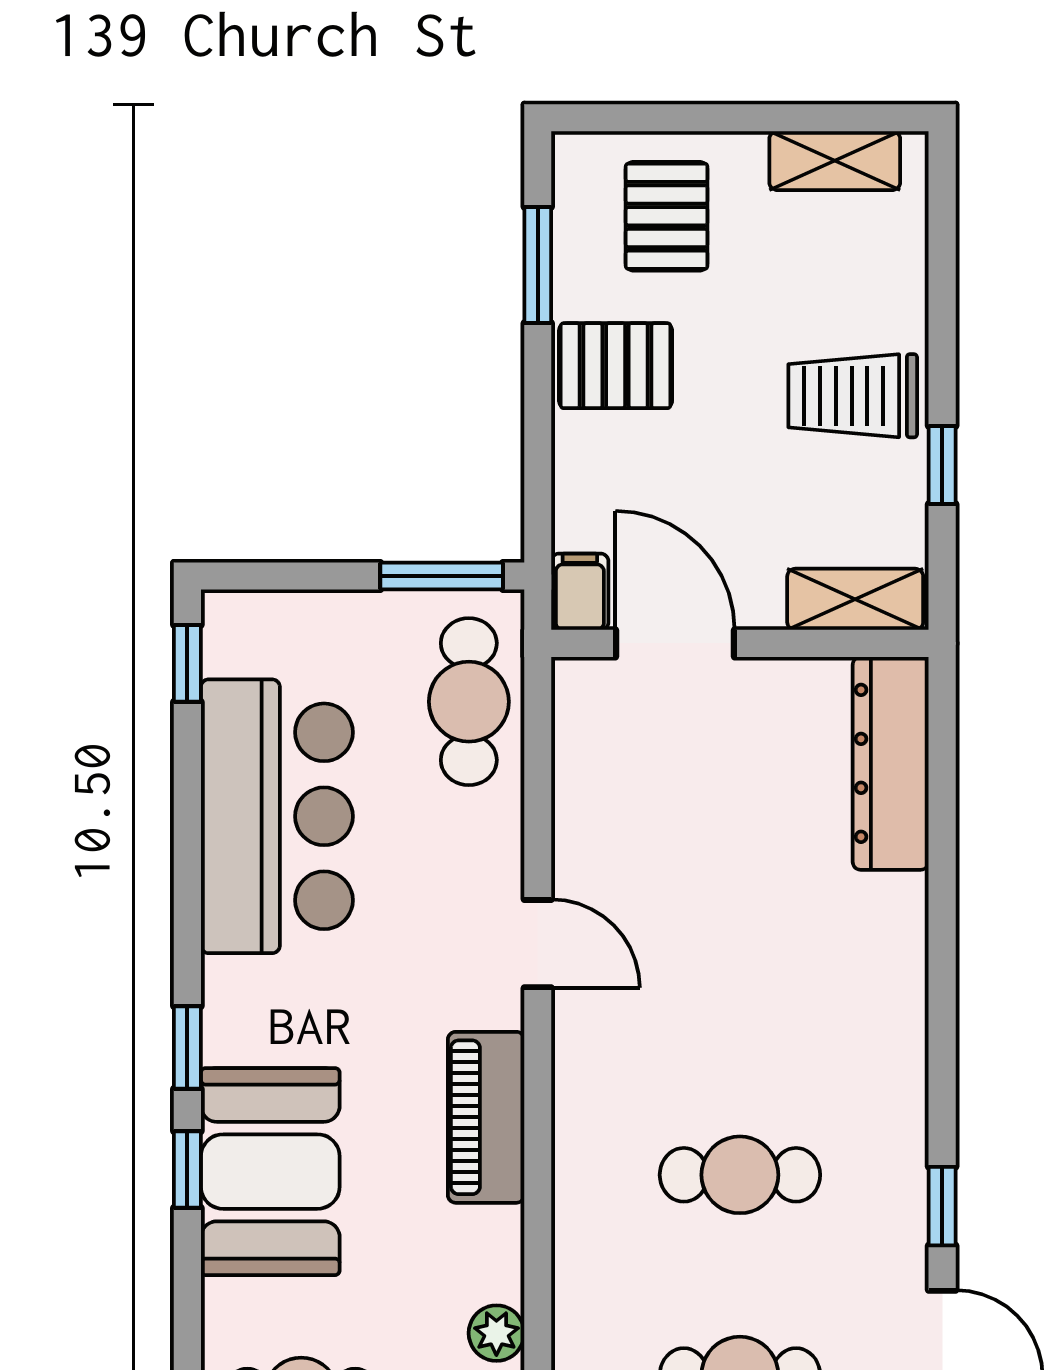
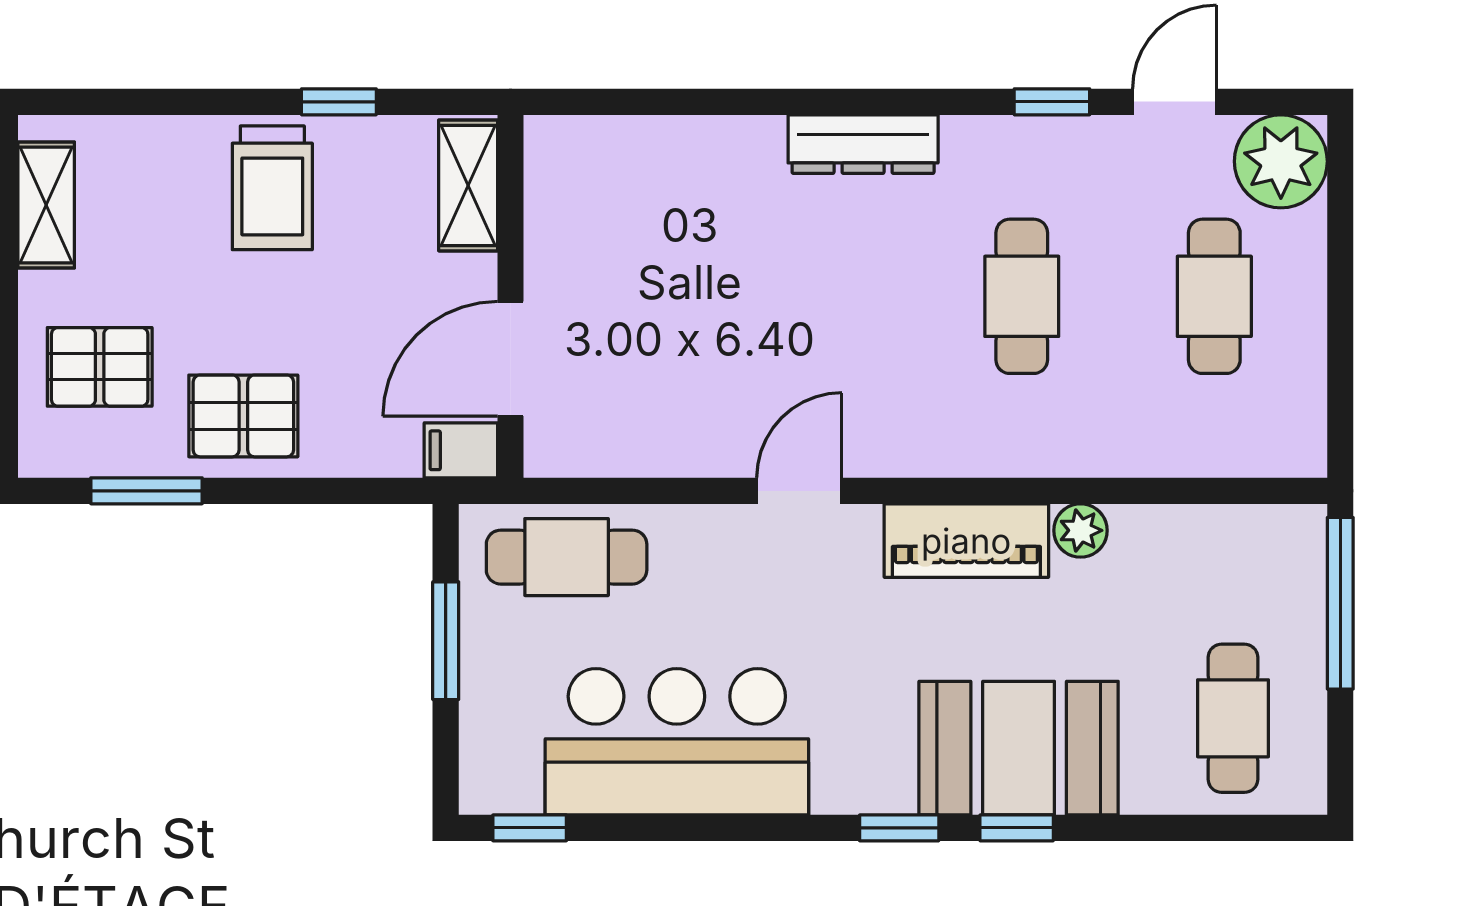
pallet: (616, 366) -> (243, 416), turned 90
window: (442, 576) -> (446, 641), moved
dresser: (891, 763) -> (863, 144), moved, width x0.73, depth x0.80
plant: (496, 1333) -> (1081, 530), moved

